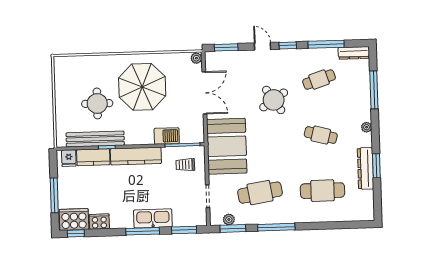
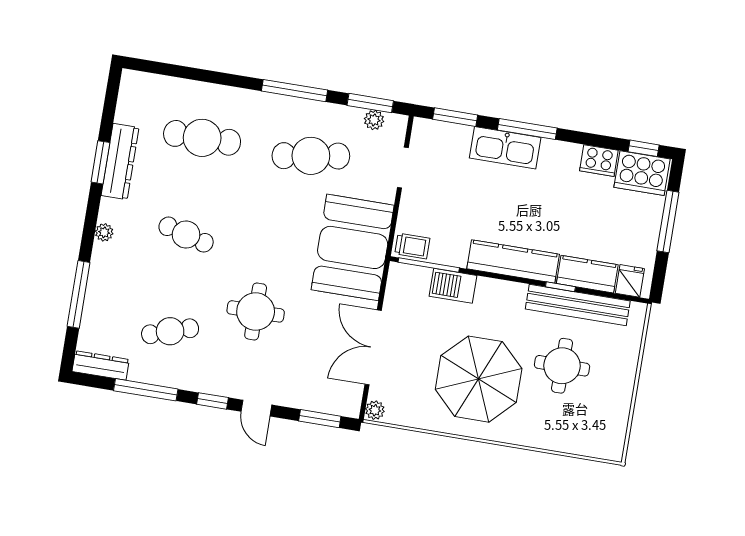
round table: (274, 100) -> (256, 311), turned 34
trolley: (185, 165) -> (412, 246), moved

